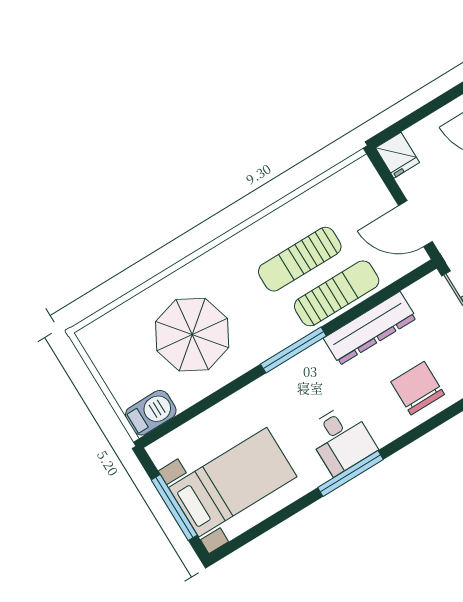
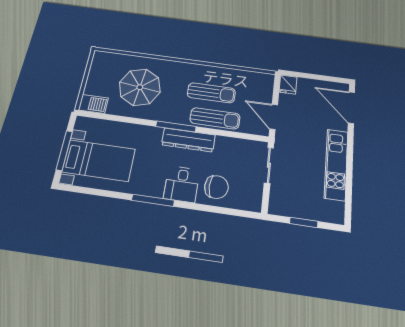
sun lounger: (300, 259) -> (211, 93), turned 180
dresser: (370, 328) -> (188, 140), moved
chair: (418, 388) -> (216, 187), turned 90
desk: (341, 439) -> (182, 184), moved

